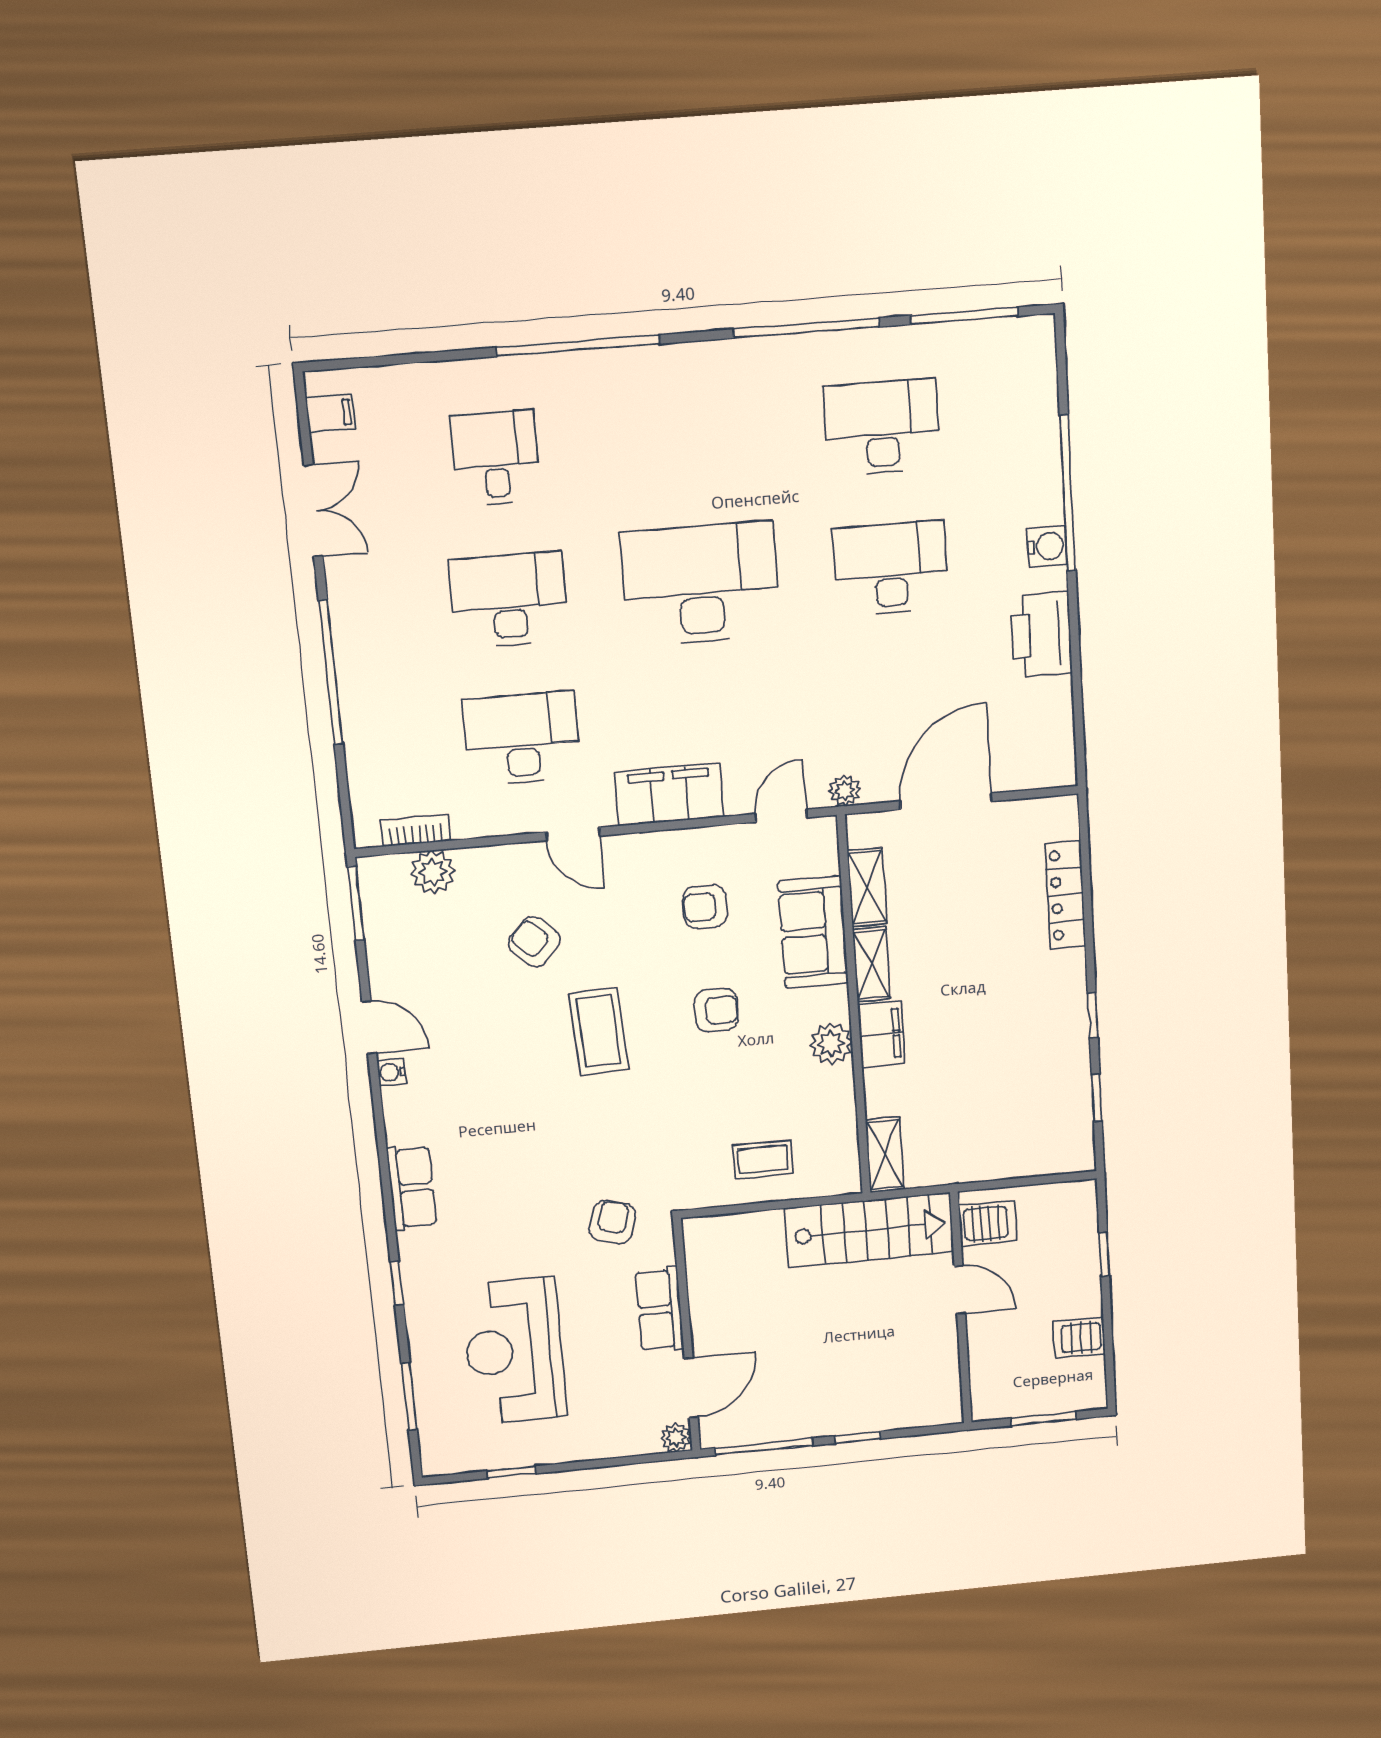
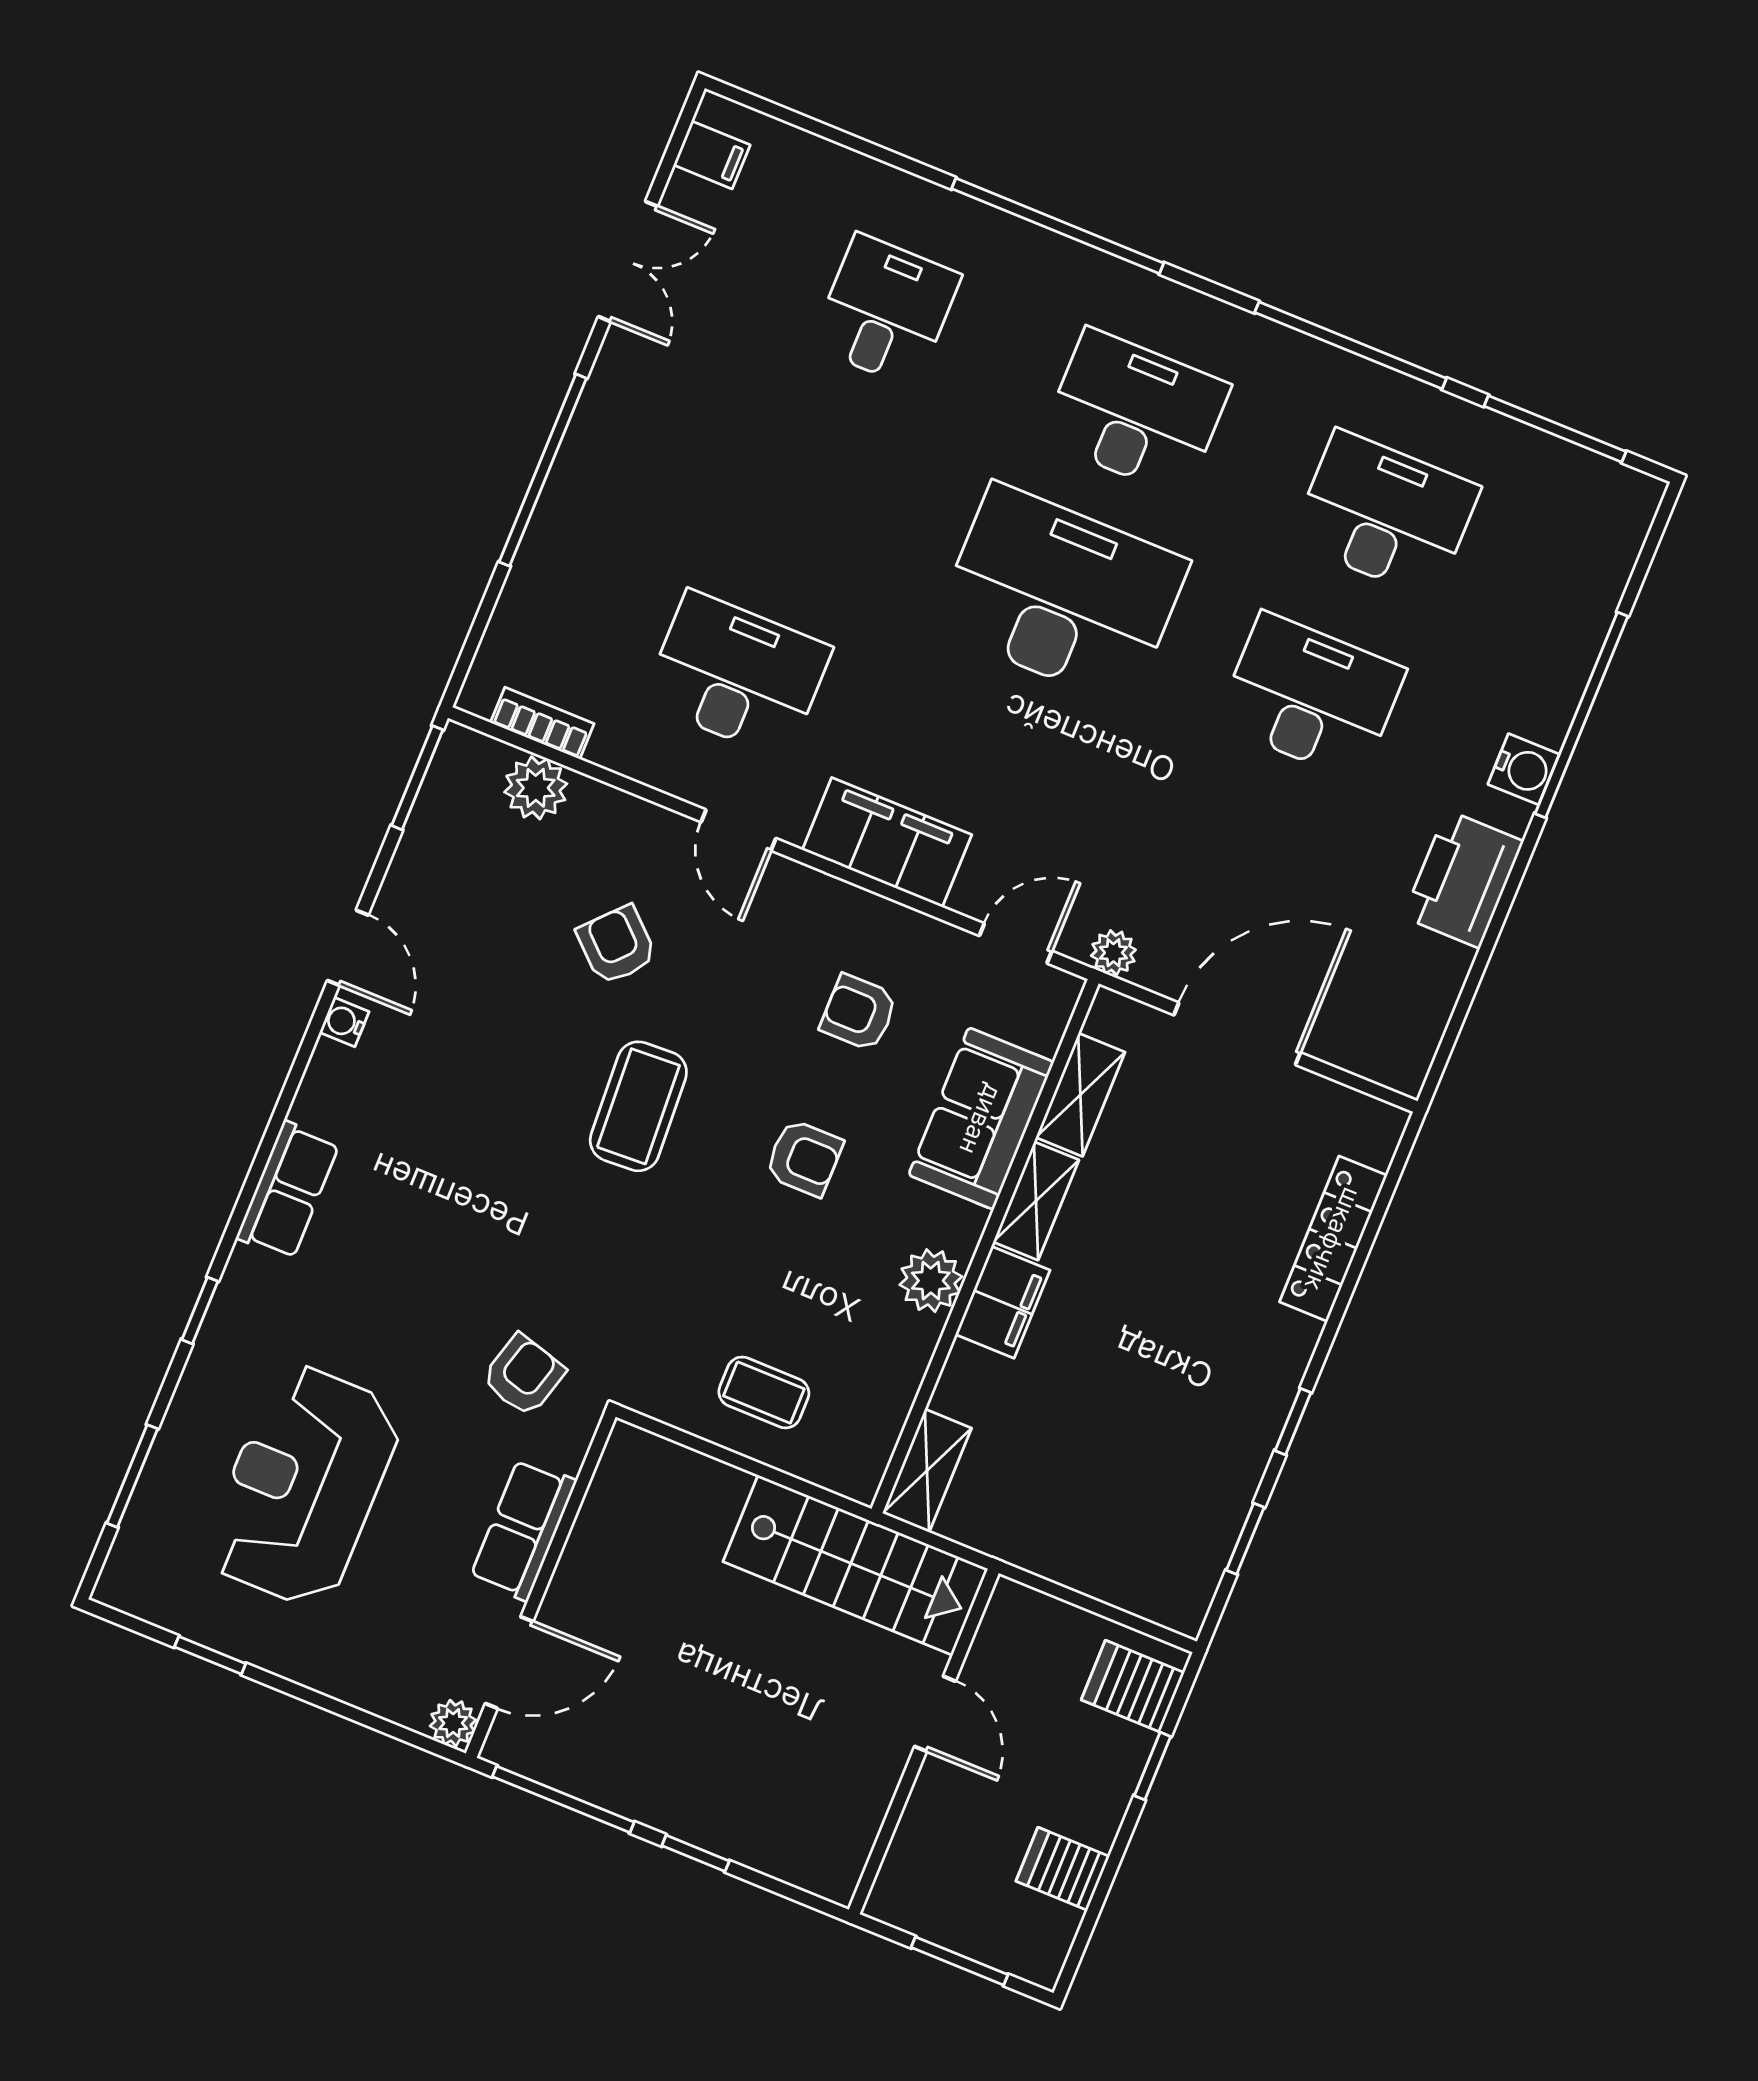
desk: (509, 600) -> (1136, 412), moved
server rack: (988, 1223) -> (1133, 1686), moved, turned 180

